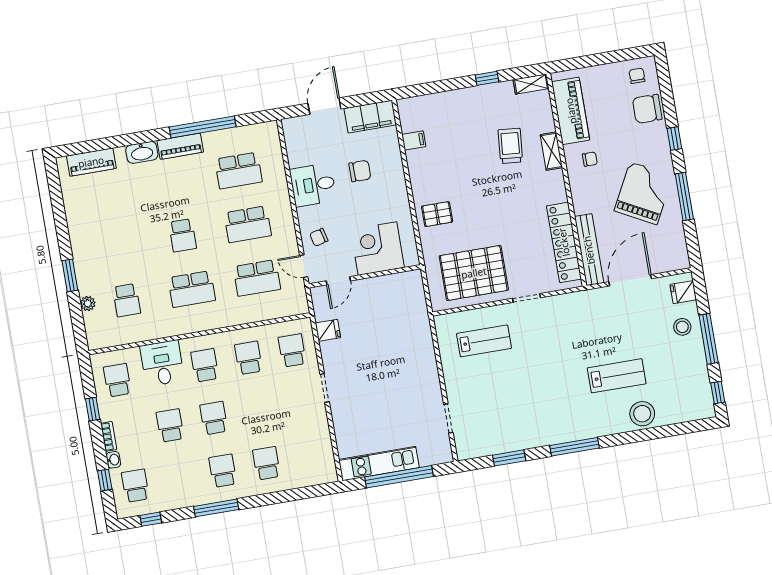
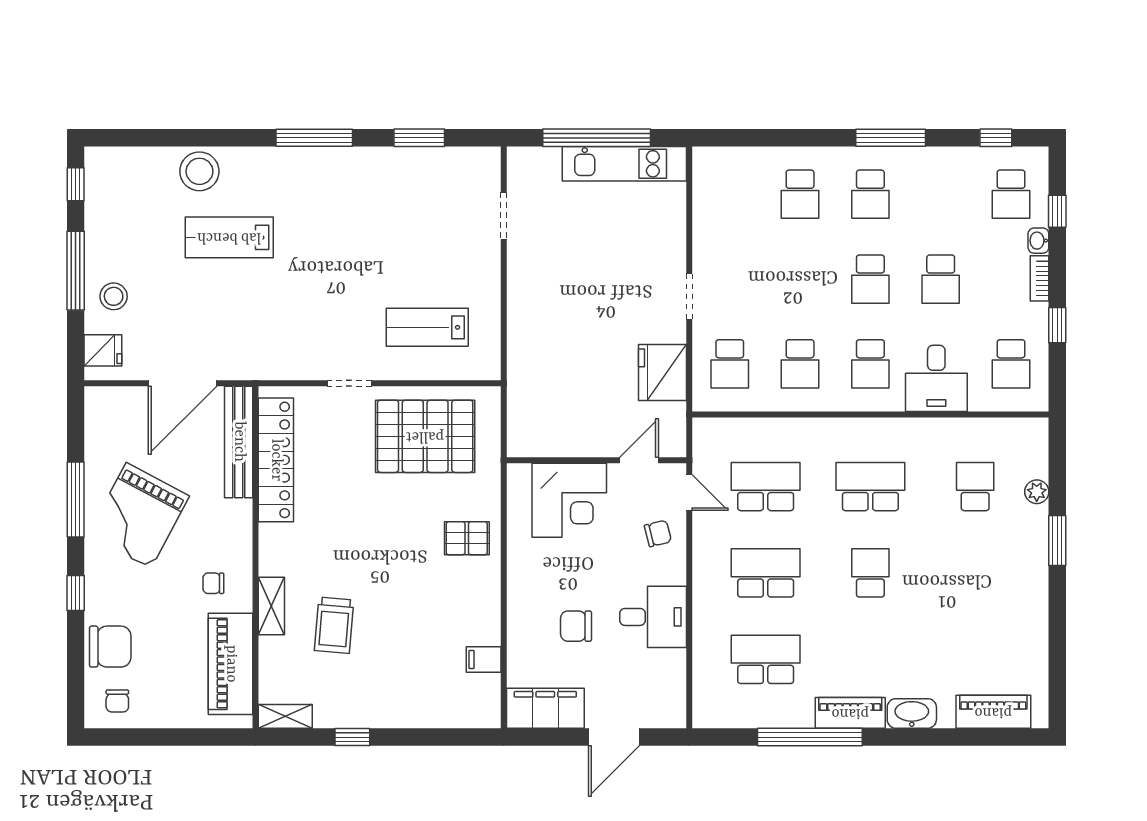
fridge: (328, 330) -> (662, 372), width x1.88, depth x1.34

